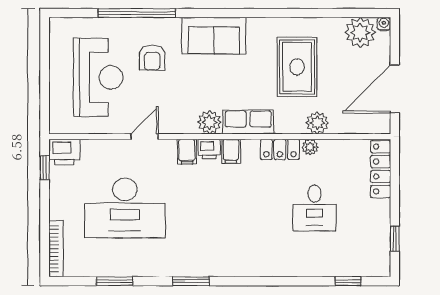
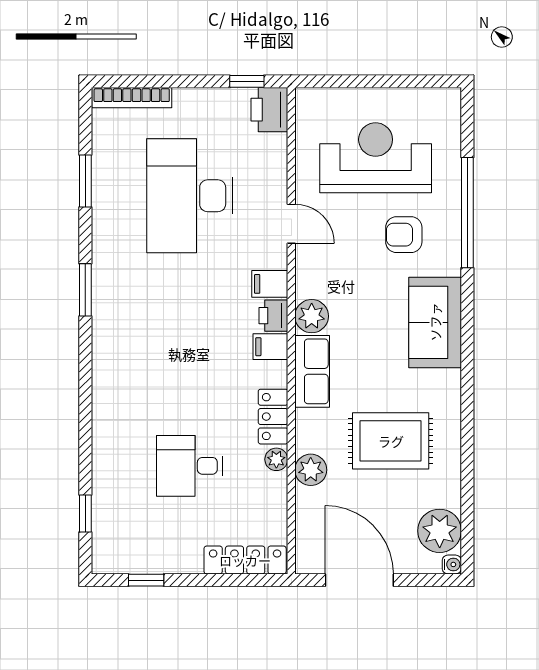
reception desk: (98, 77) -> (376, 158), turned 180

